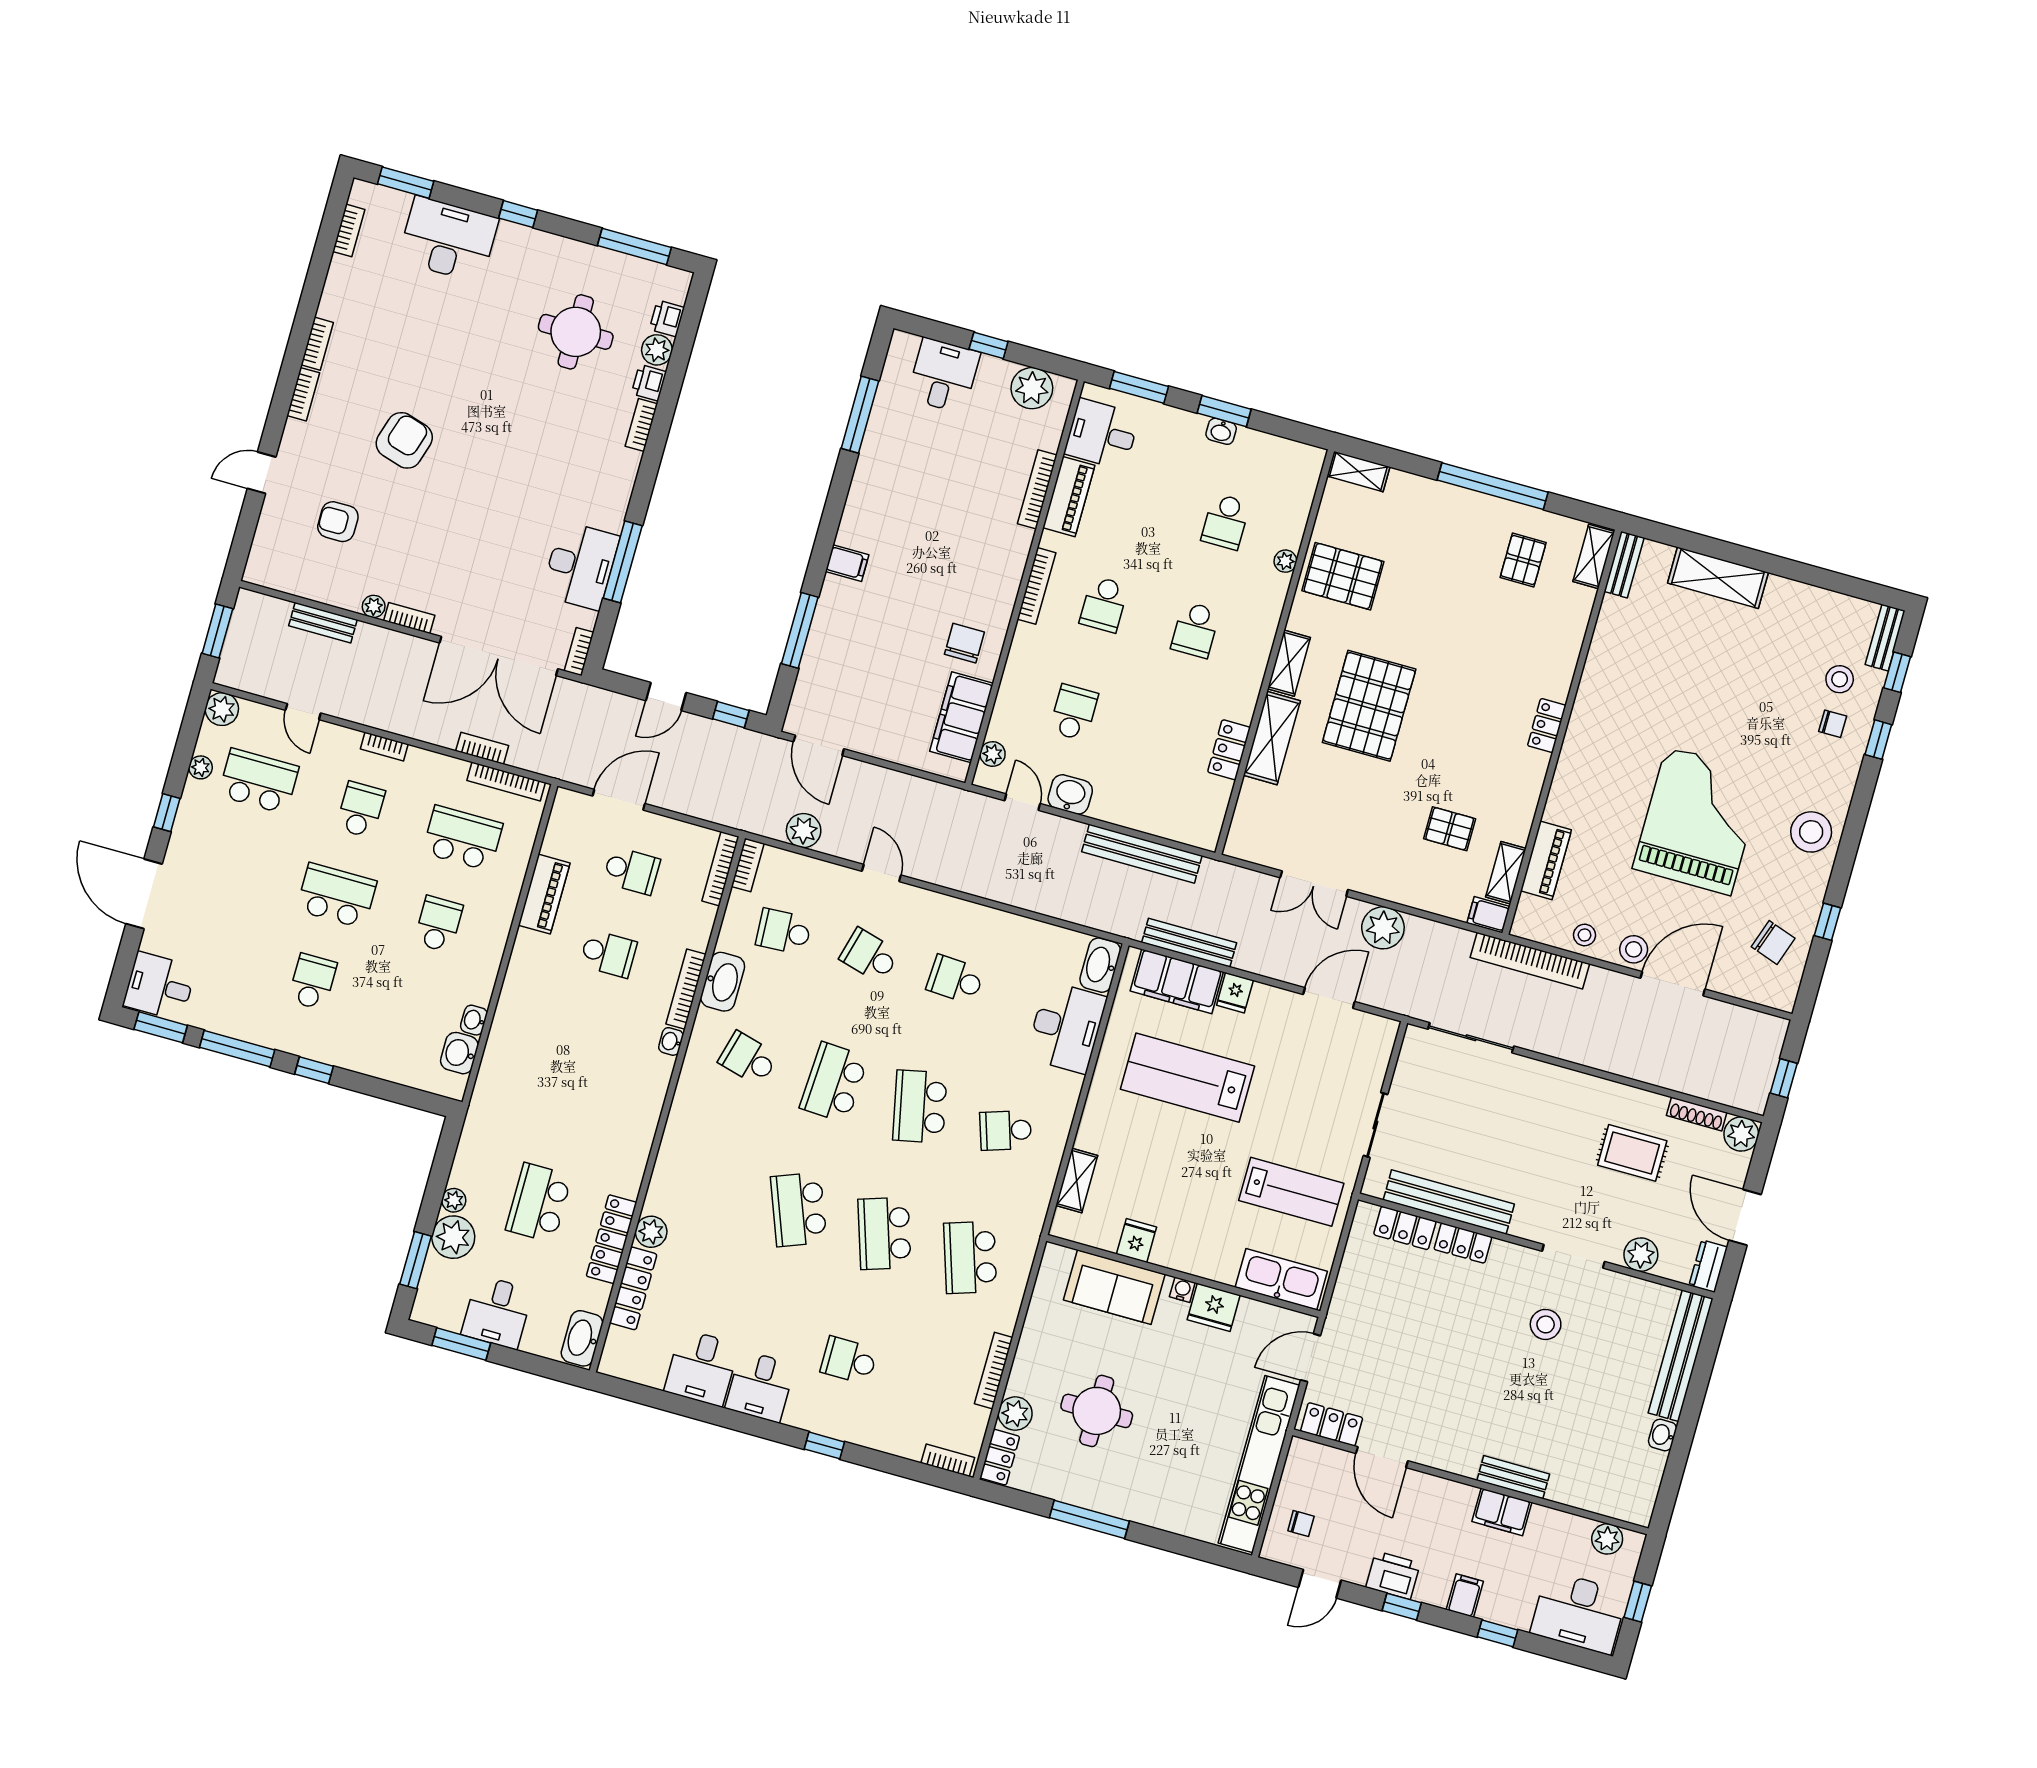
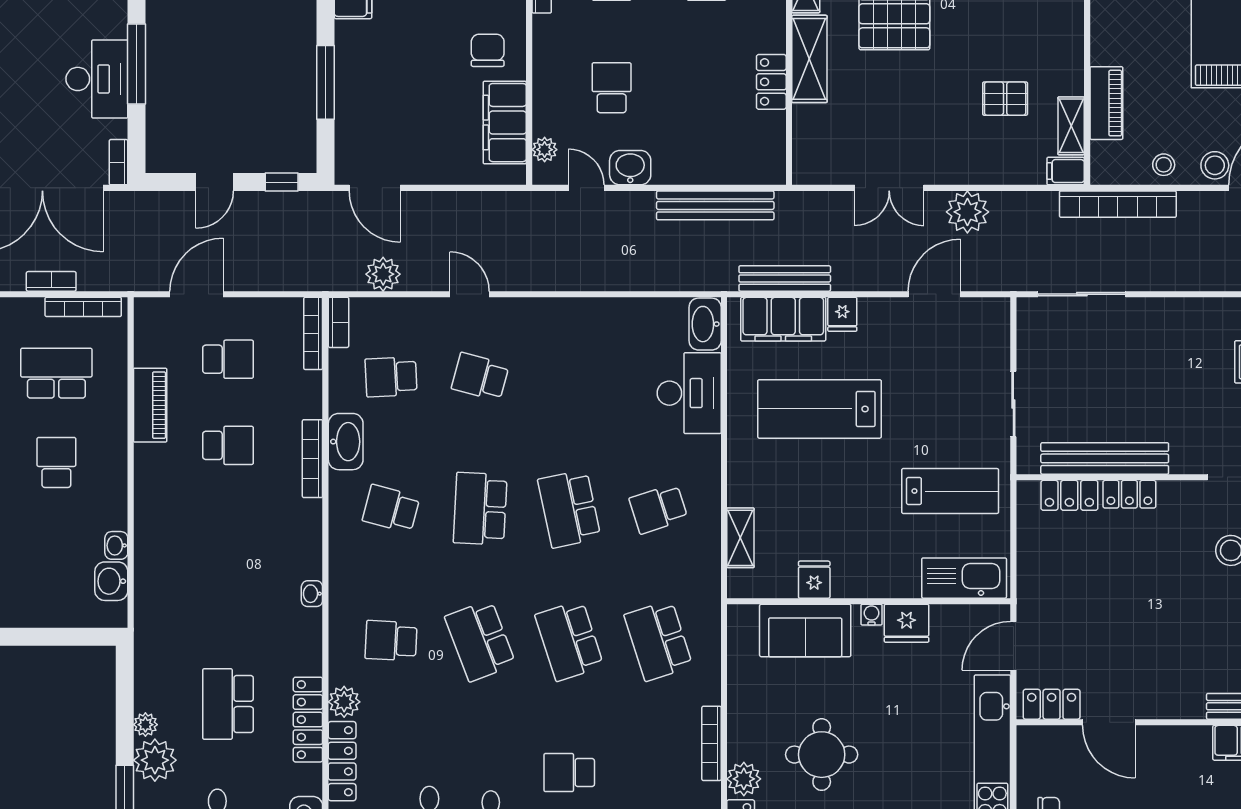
school desk: (955, 979) -> (391, 641), moved
washbasin: (671, 1041) -> (312, 594), moved

